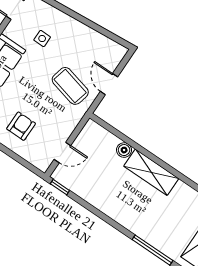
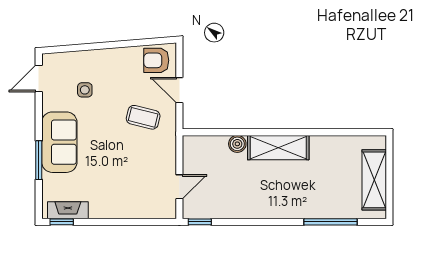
coffee table: (70, 86) -> (143, 117), width x0.73, depth x0.77
armchair: (21, 126) -> (156, 60), moved, turned -90

